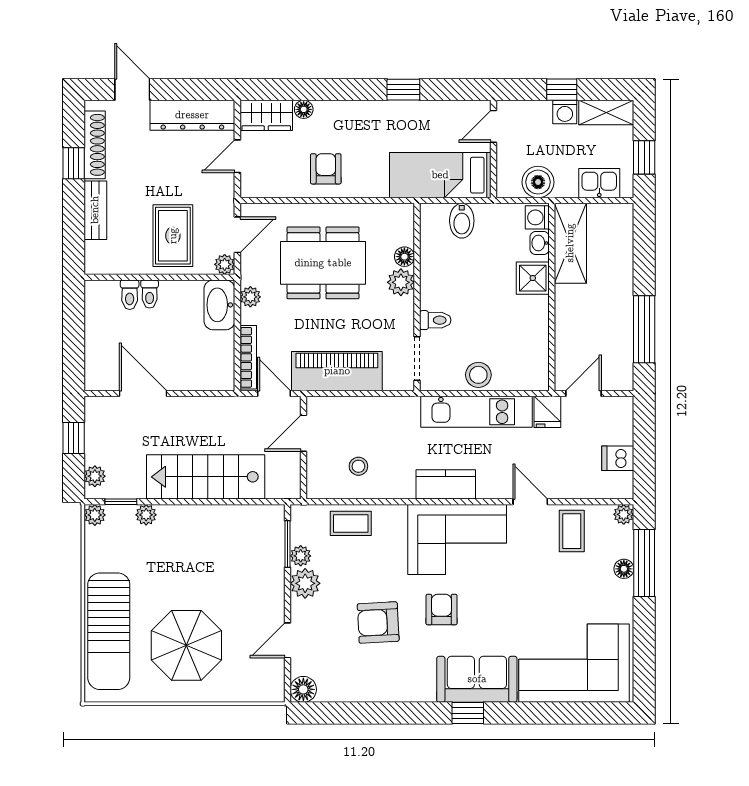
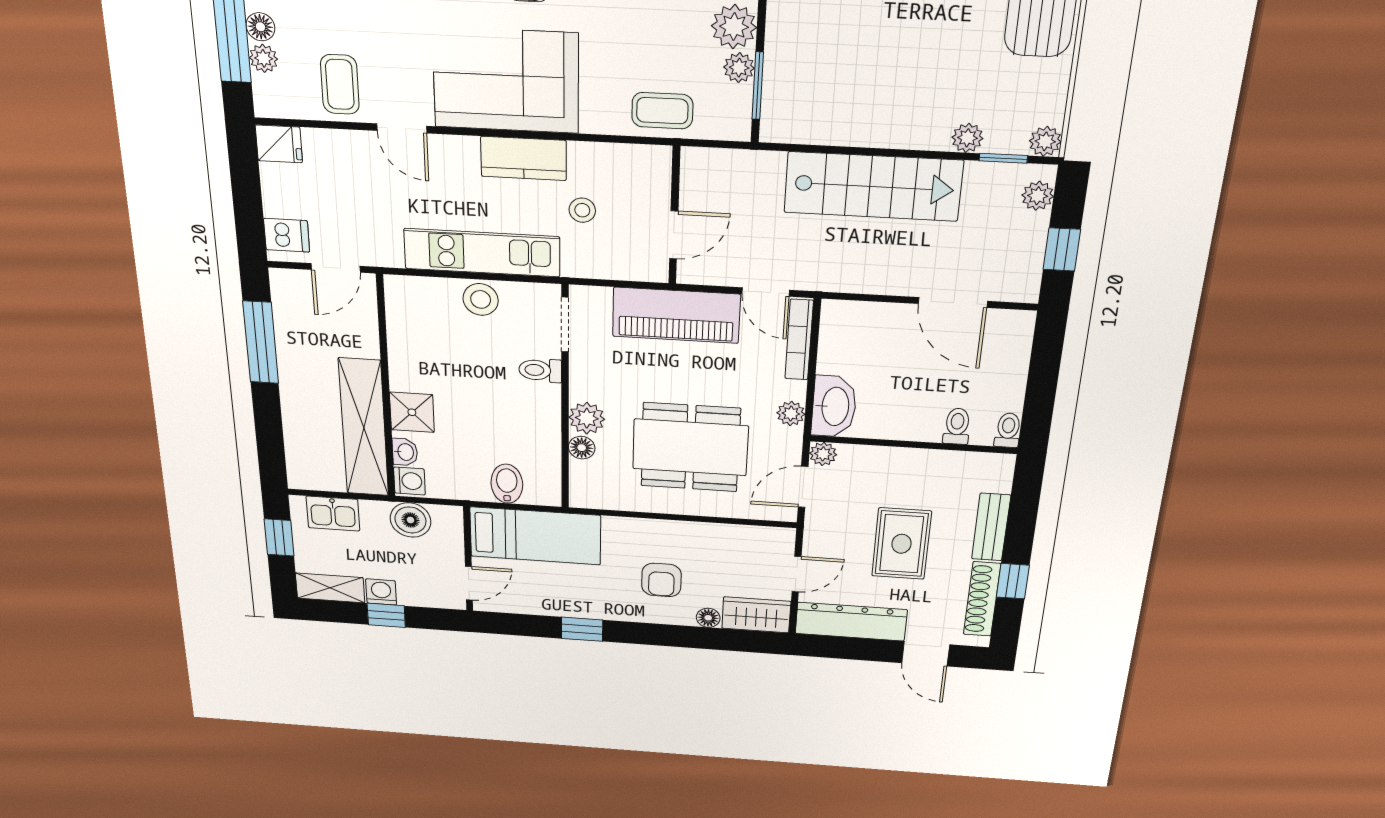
armchair: (326, 169) -> (661, 580), moved
rug: (173, 236) -> (902, 544), moved
shelving: (570, 243) -> (364, 428), width x1.47
toilet: (150, 294) -> (1008, 430), moved
fridge: (547, 412) -> (279, 144), moved, turned 90
door: (303, 433) -> (674, 235), moved
wall: (303, 448) -> (674, 216), moved
dishwasher: (618, 458) -> (287, 235), moved
stool: (358, 466) -> (582, 210), moved
plant: (624, 514) -> (264, 58), moved

